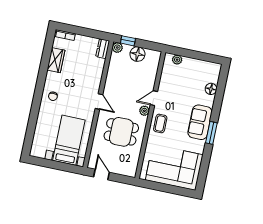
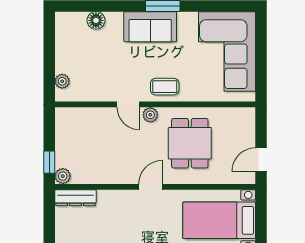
dresser: (103, 49) -> (75, 198), width x1.44
floor lamp: (137, 54) -> (66, 143), removed

